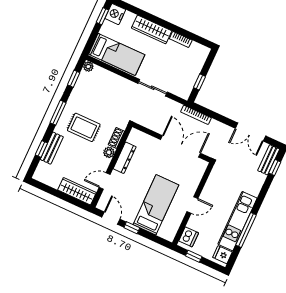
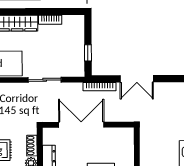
double door: (251, 132) -> (137, 79), moved
double door: (181, 146) -> (81, 125), moved

